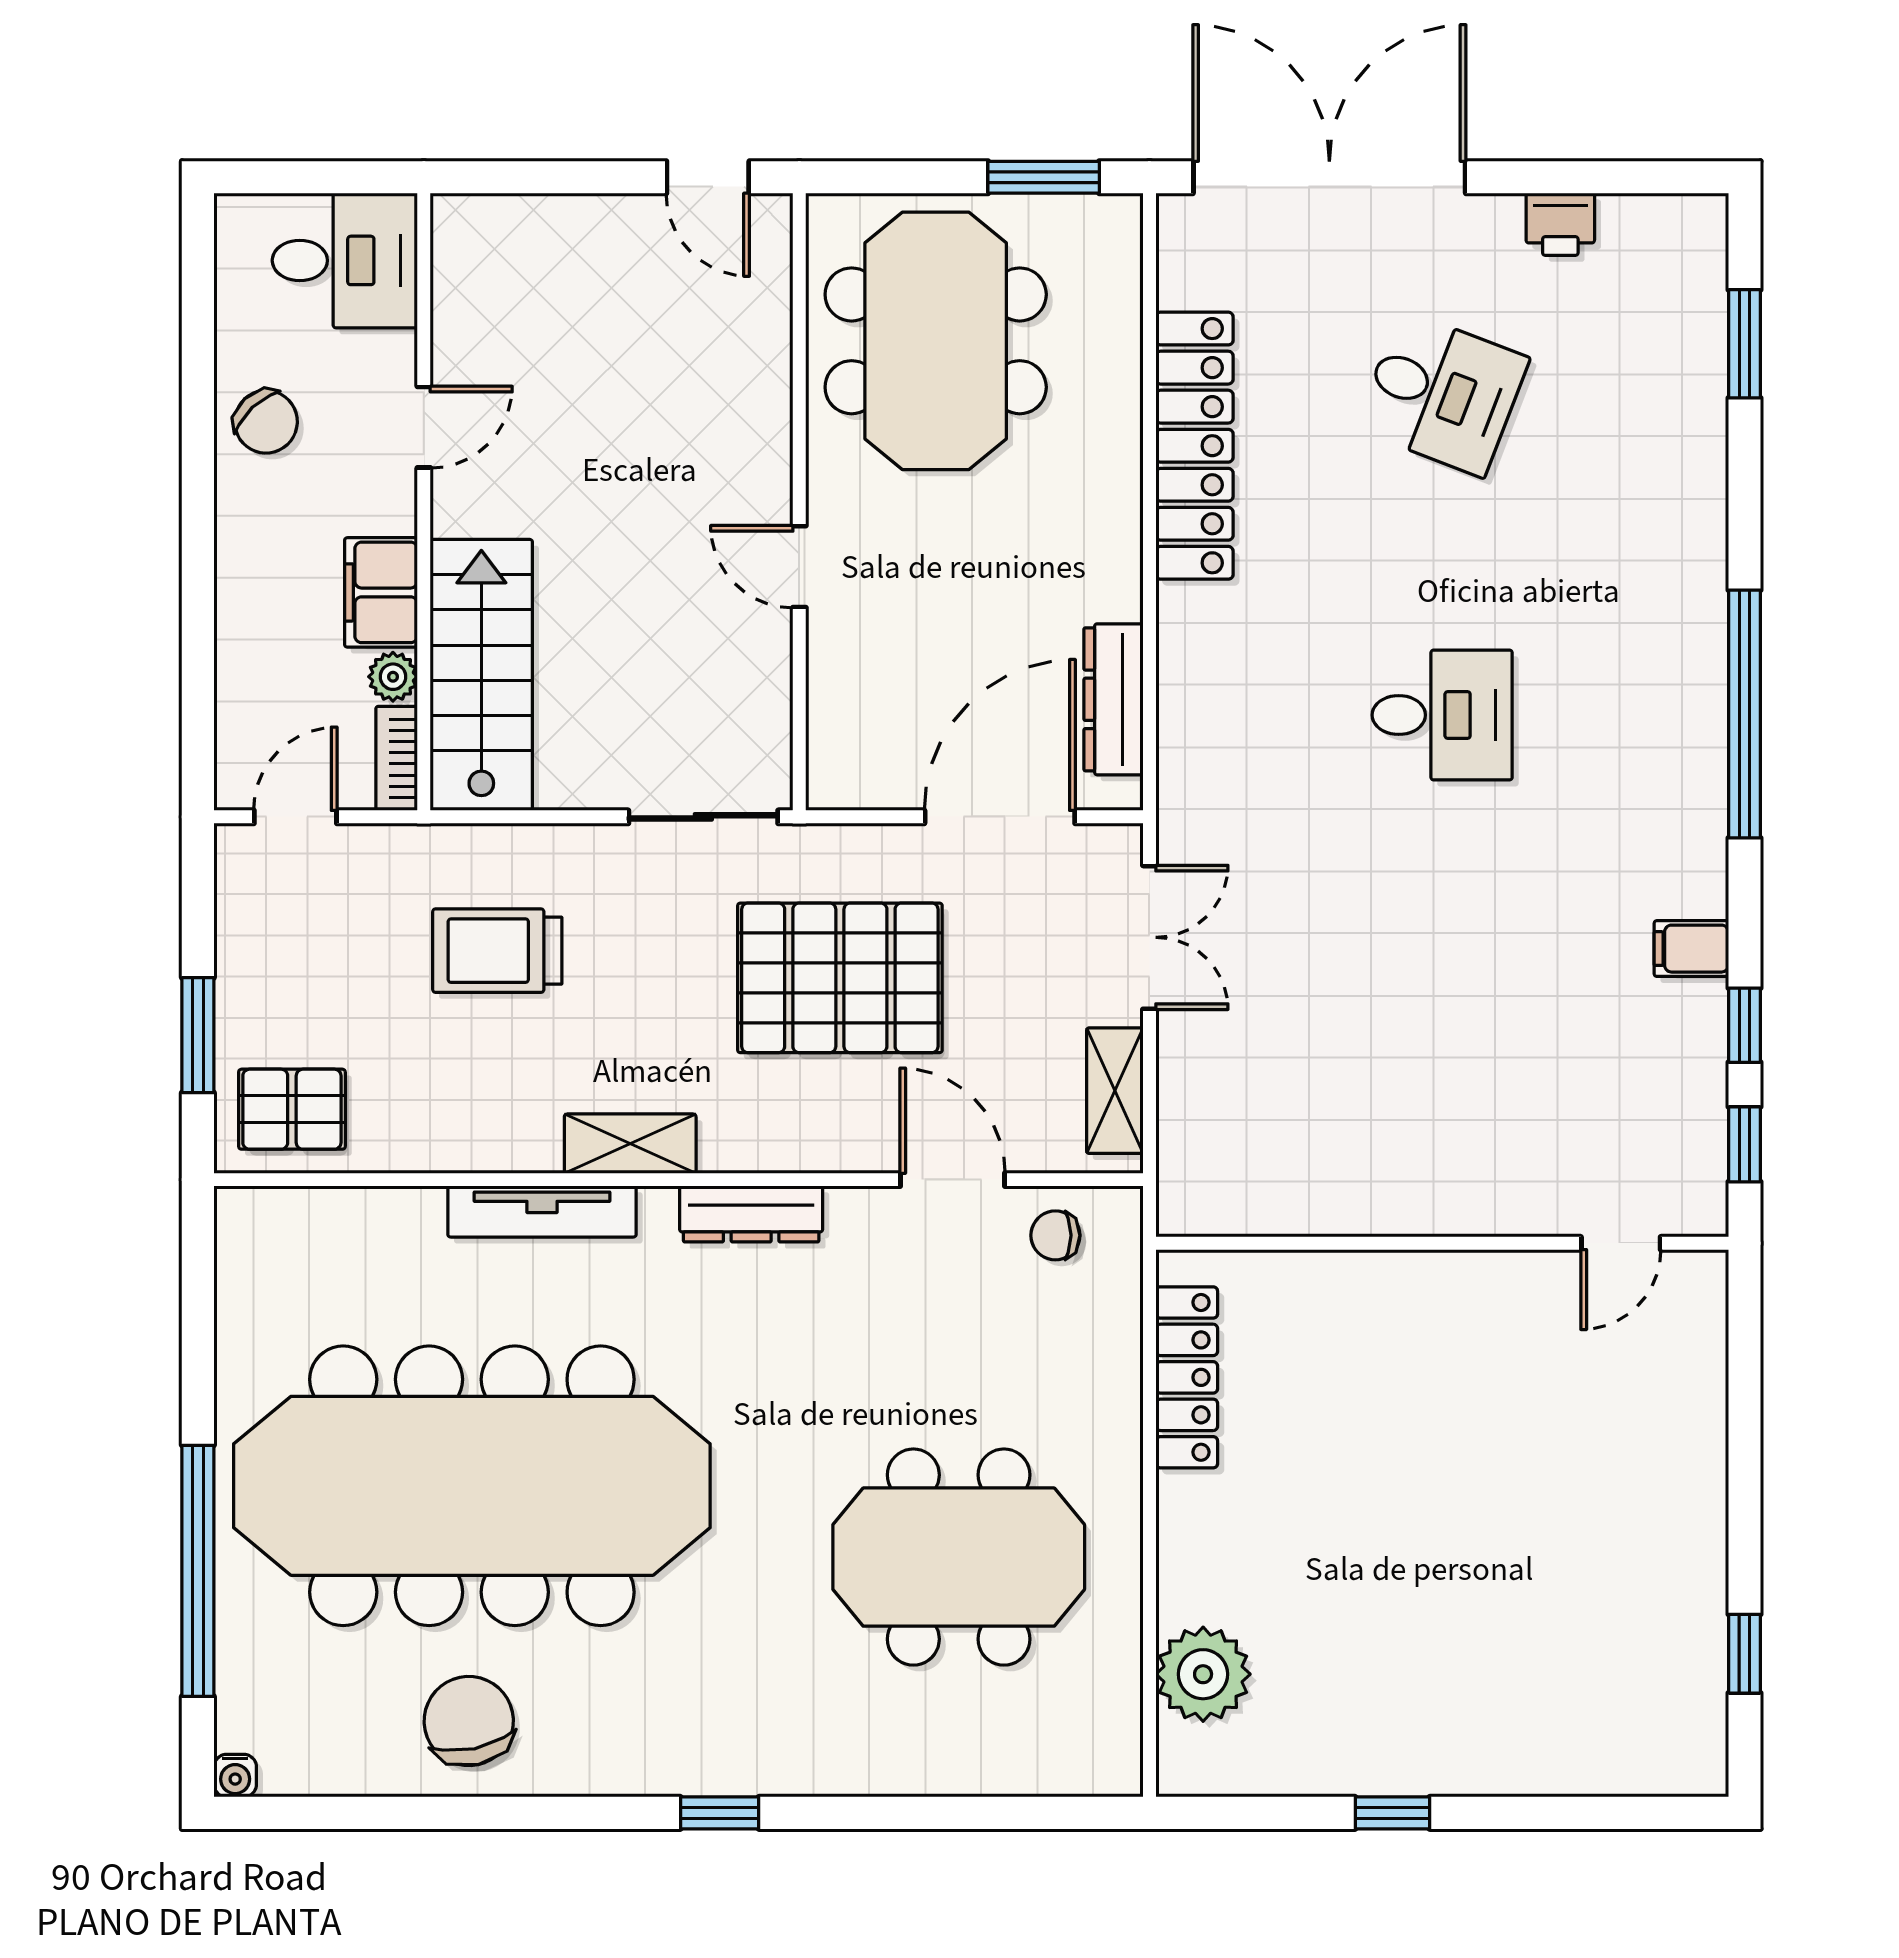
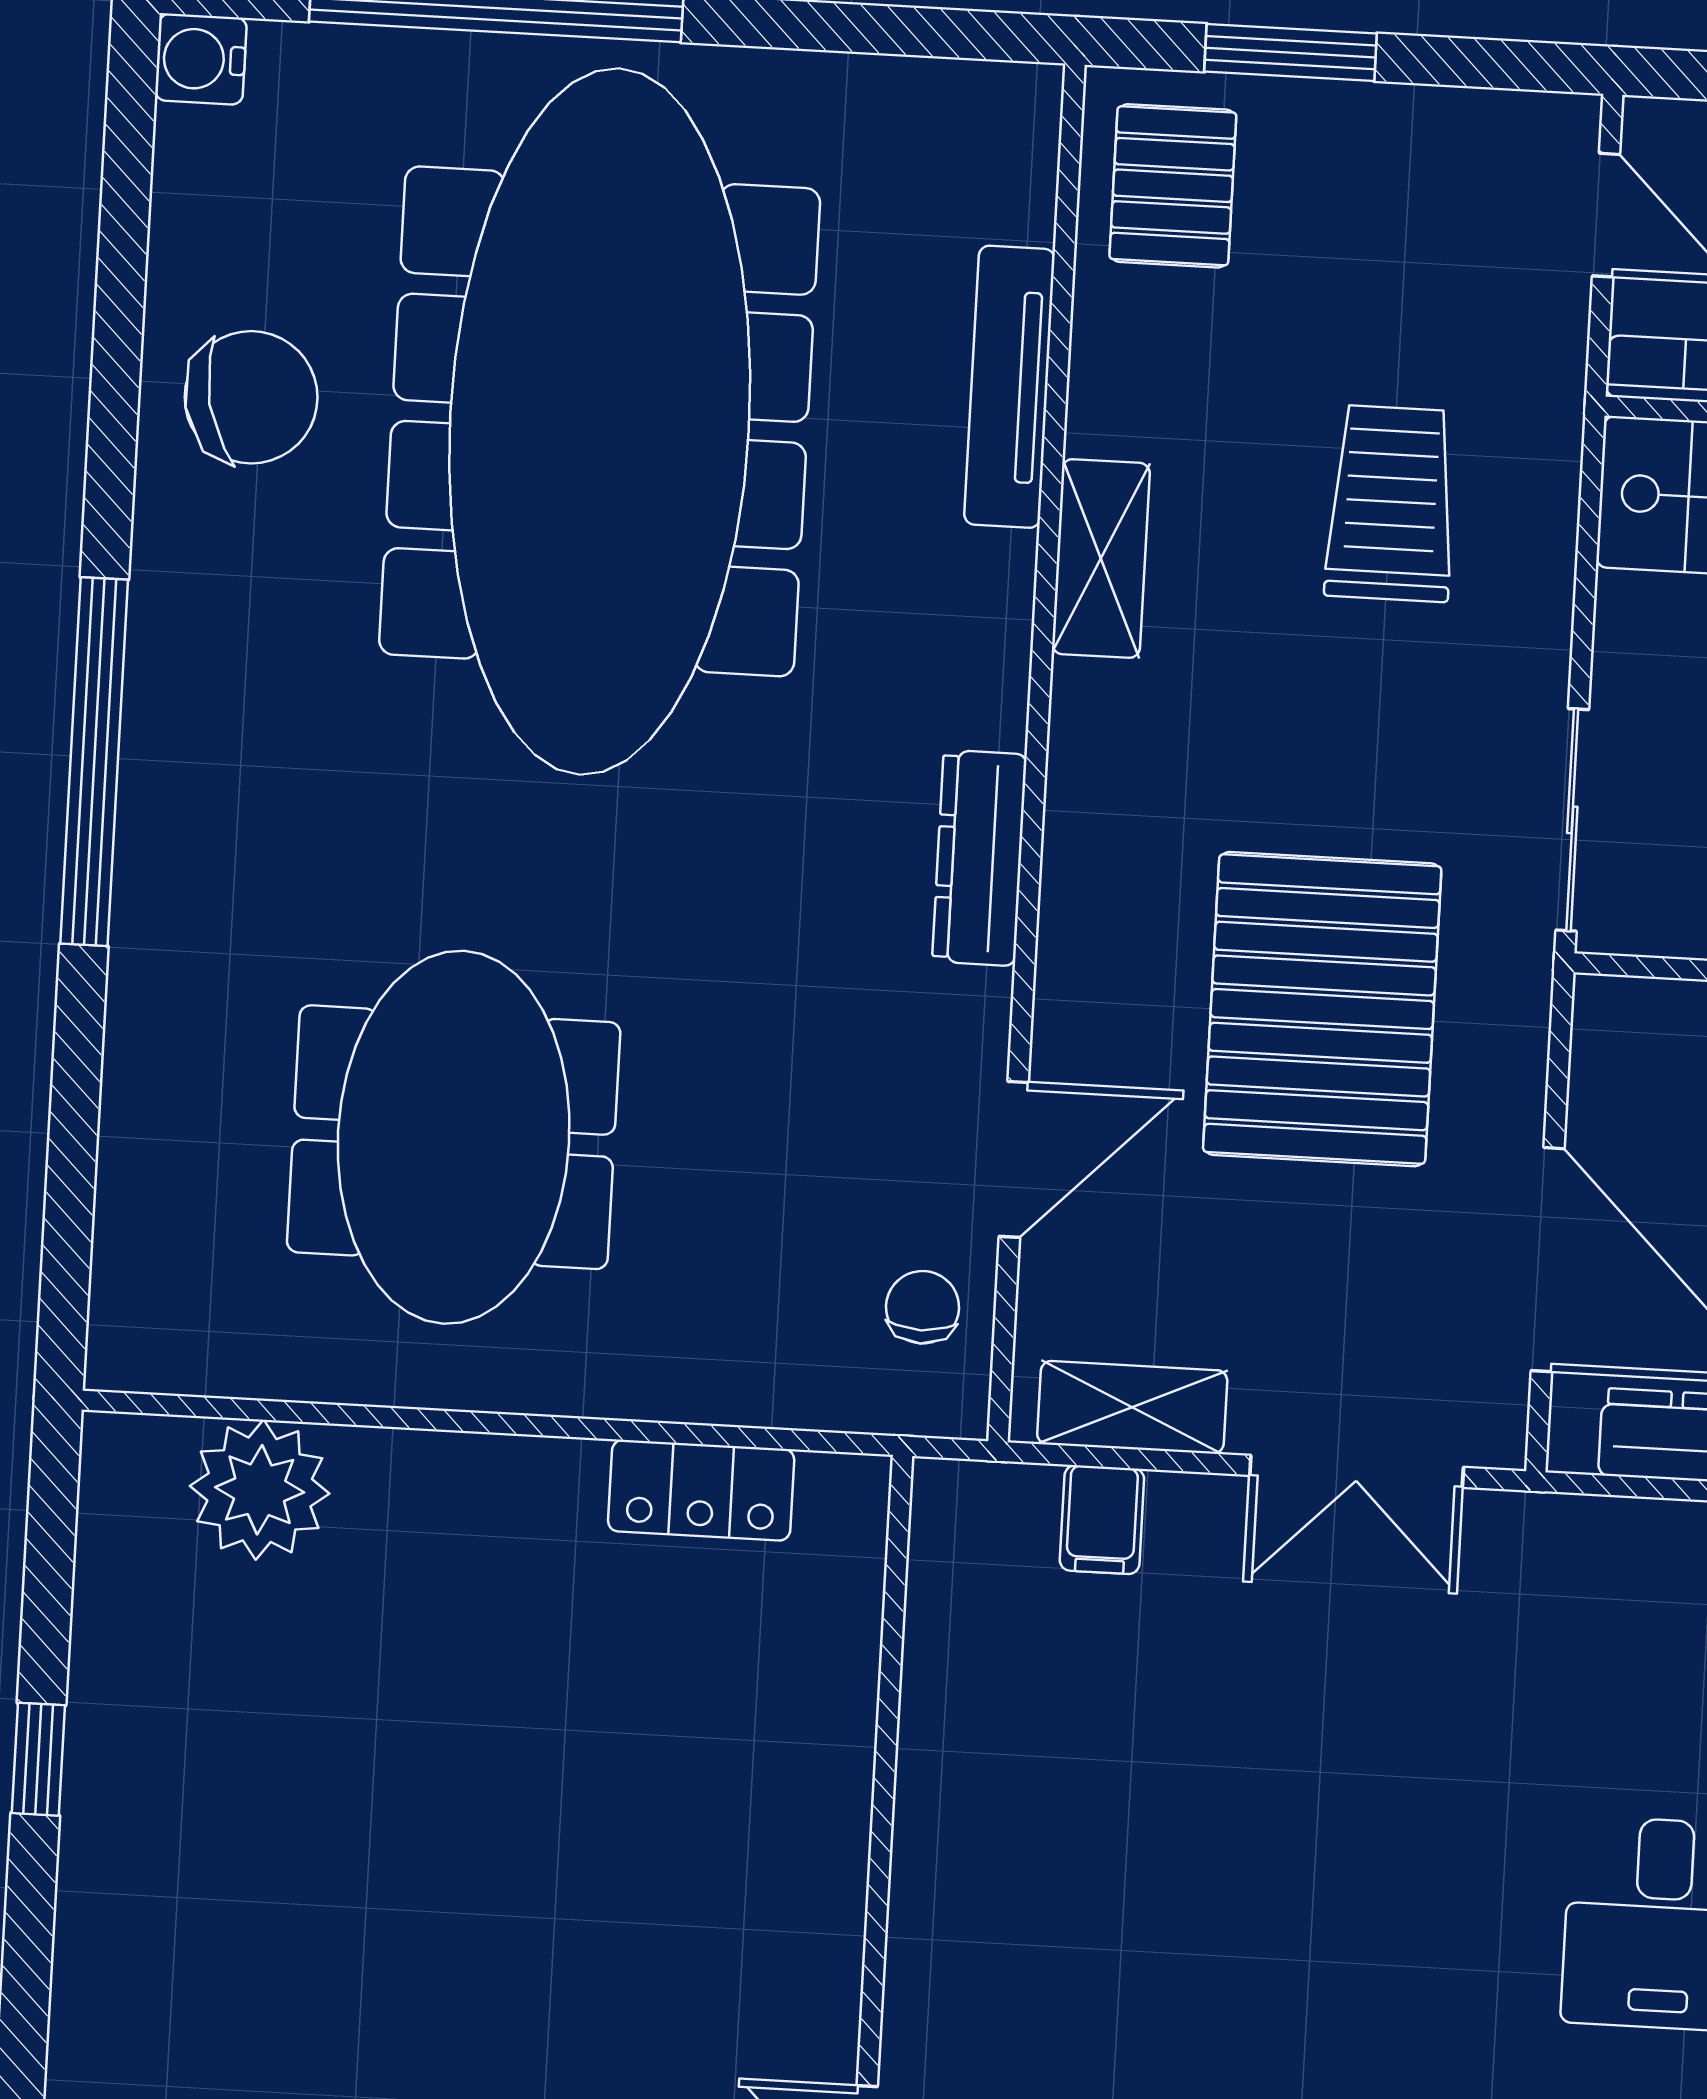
filing cabinet: (1191, 1107) -> (1102, 1520), added
shelving: (630, 1144) -> (1101, 558), moved
tv unit: (542, 1212) -> (1010, 387), moved
locker: (1187, 1377) -> (701, 1490), width x0.66
water cooler: (235, 1776) -> (201, 59), width x1.38, depth x1.38
window: (720, 1813) -> (94, 762), width x3.17

